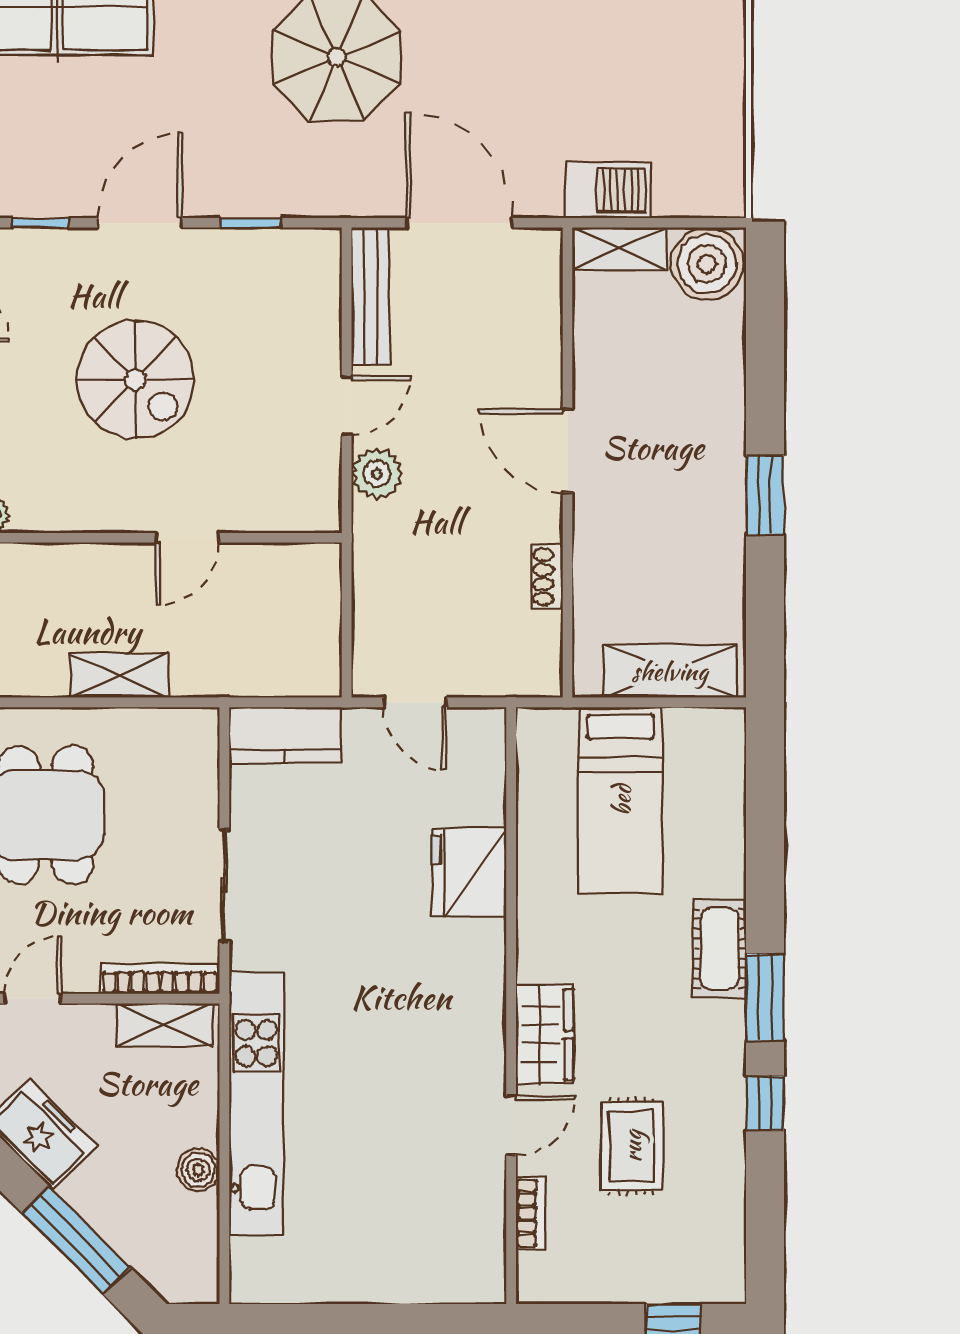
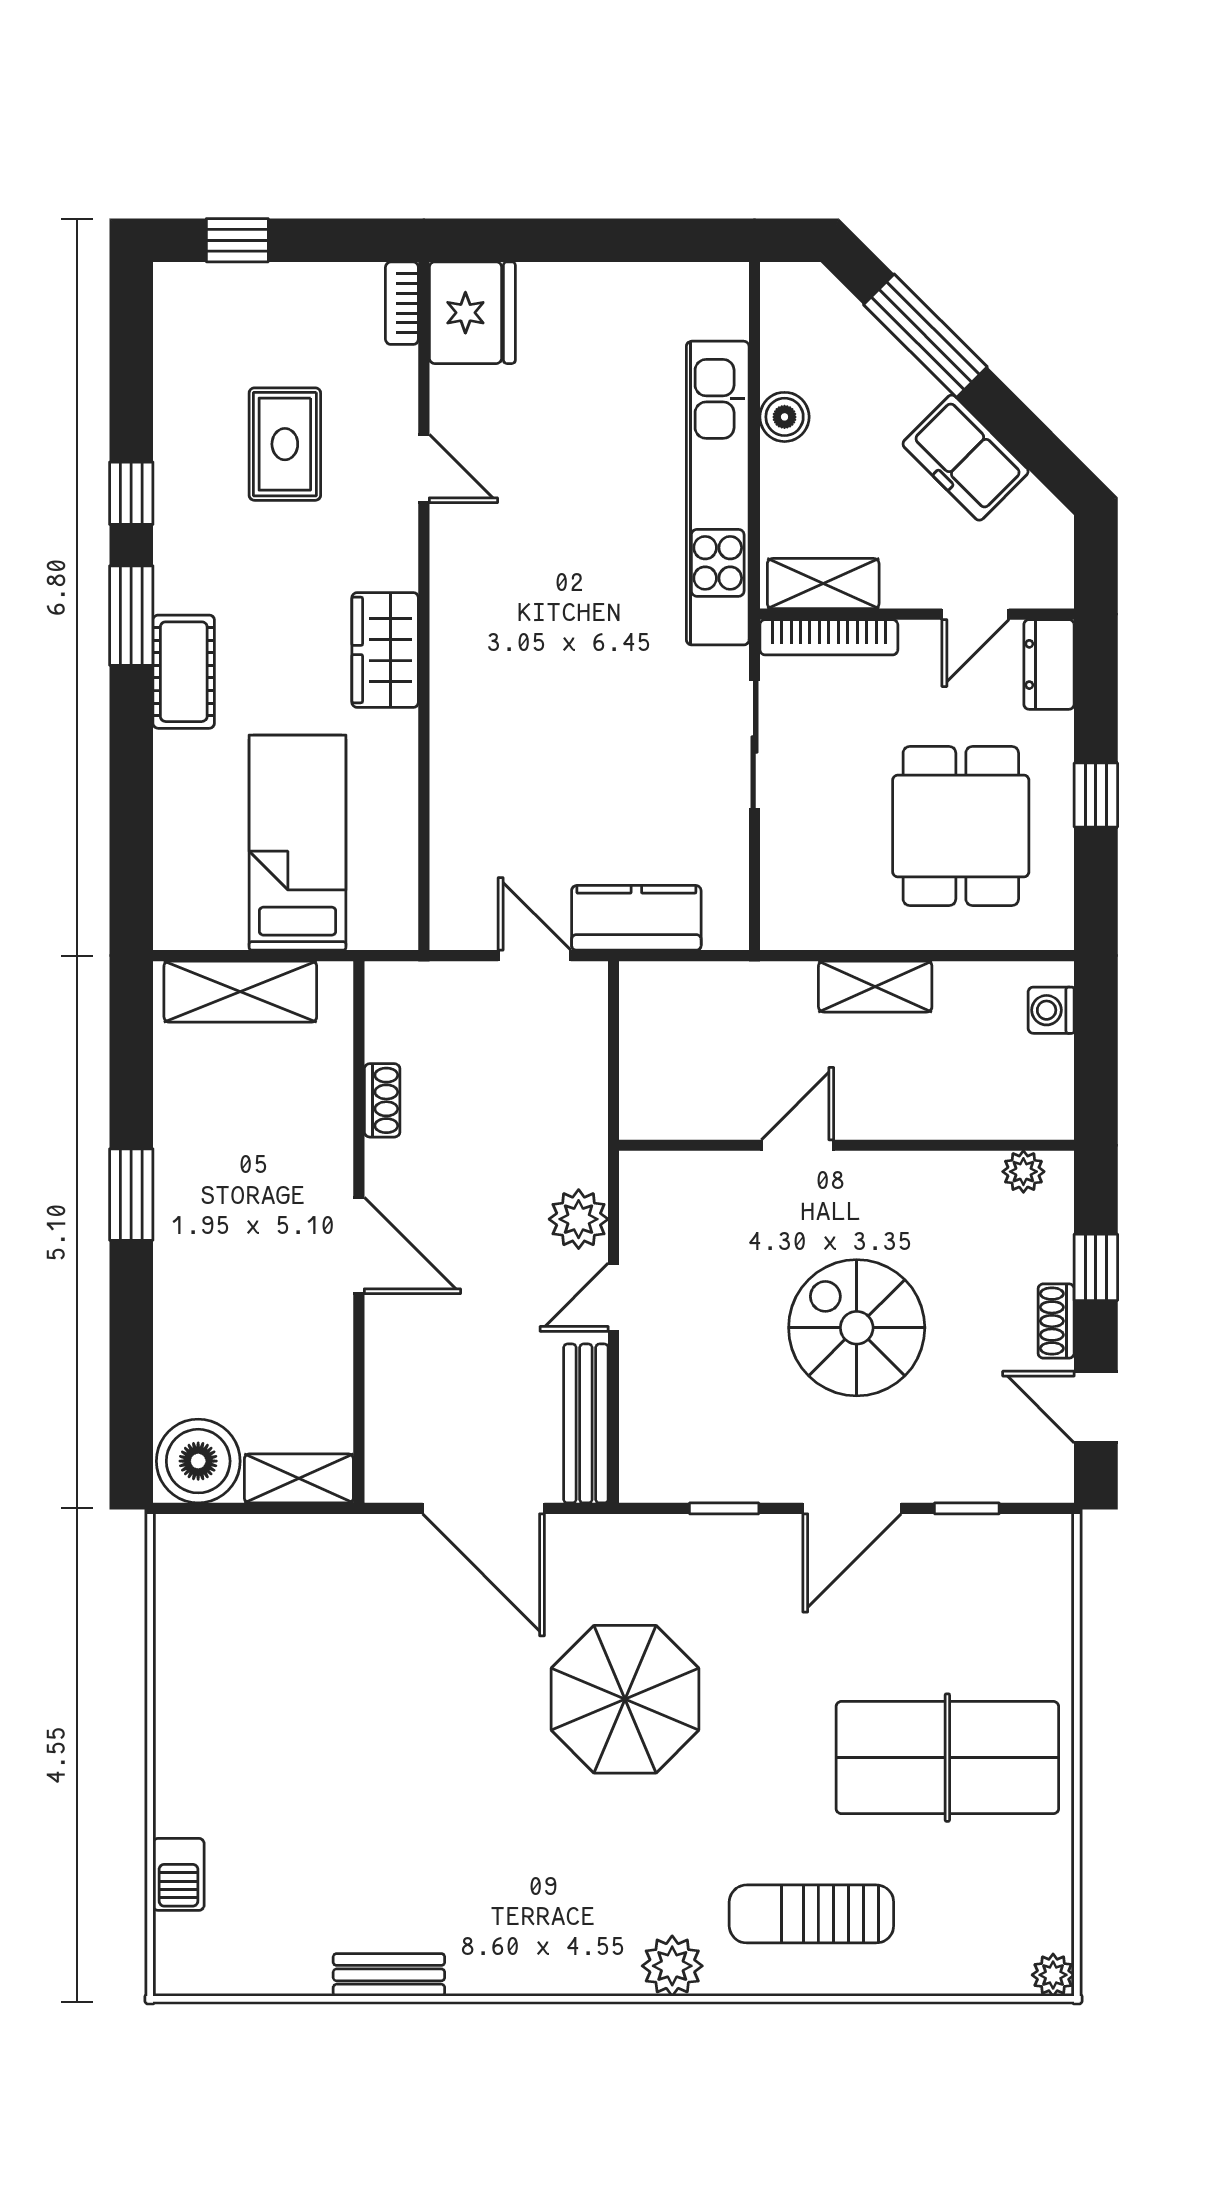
barbecue: (608, 190) -> (312, 1546), removed
kitchen counter: (285, 735) -> (636, 918), moved
fridge: (469, 873) -> (472, 313), moved
wardrobe: (545, 1035) -> (385, 650), moved
door: (511, 1125) -> (424, 468), swing flipped
bookcase: (530, 1213) -> (402, 303), moved

